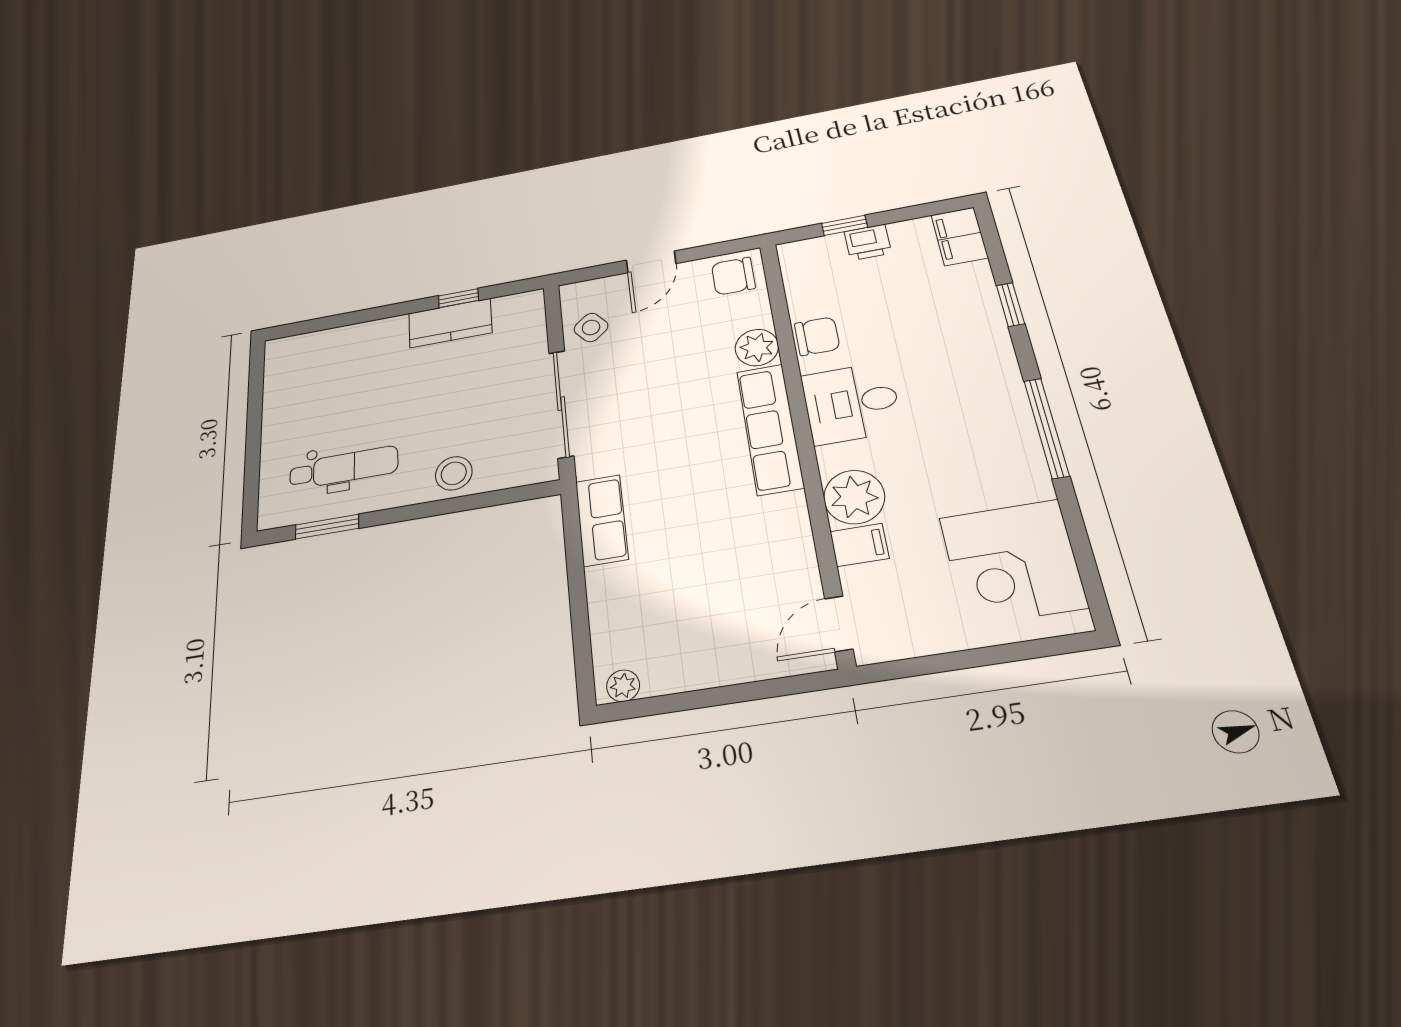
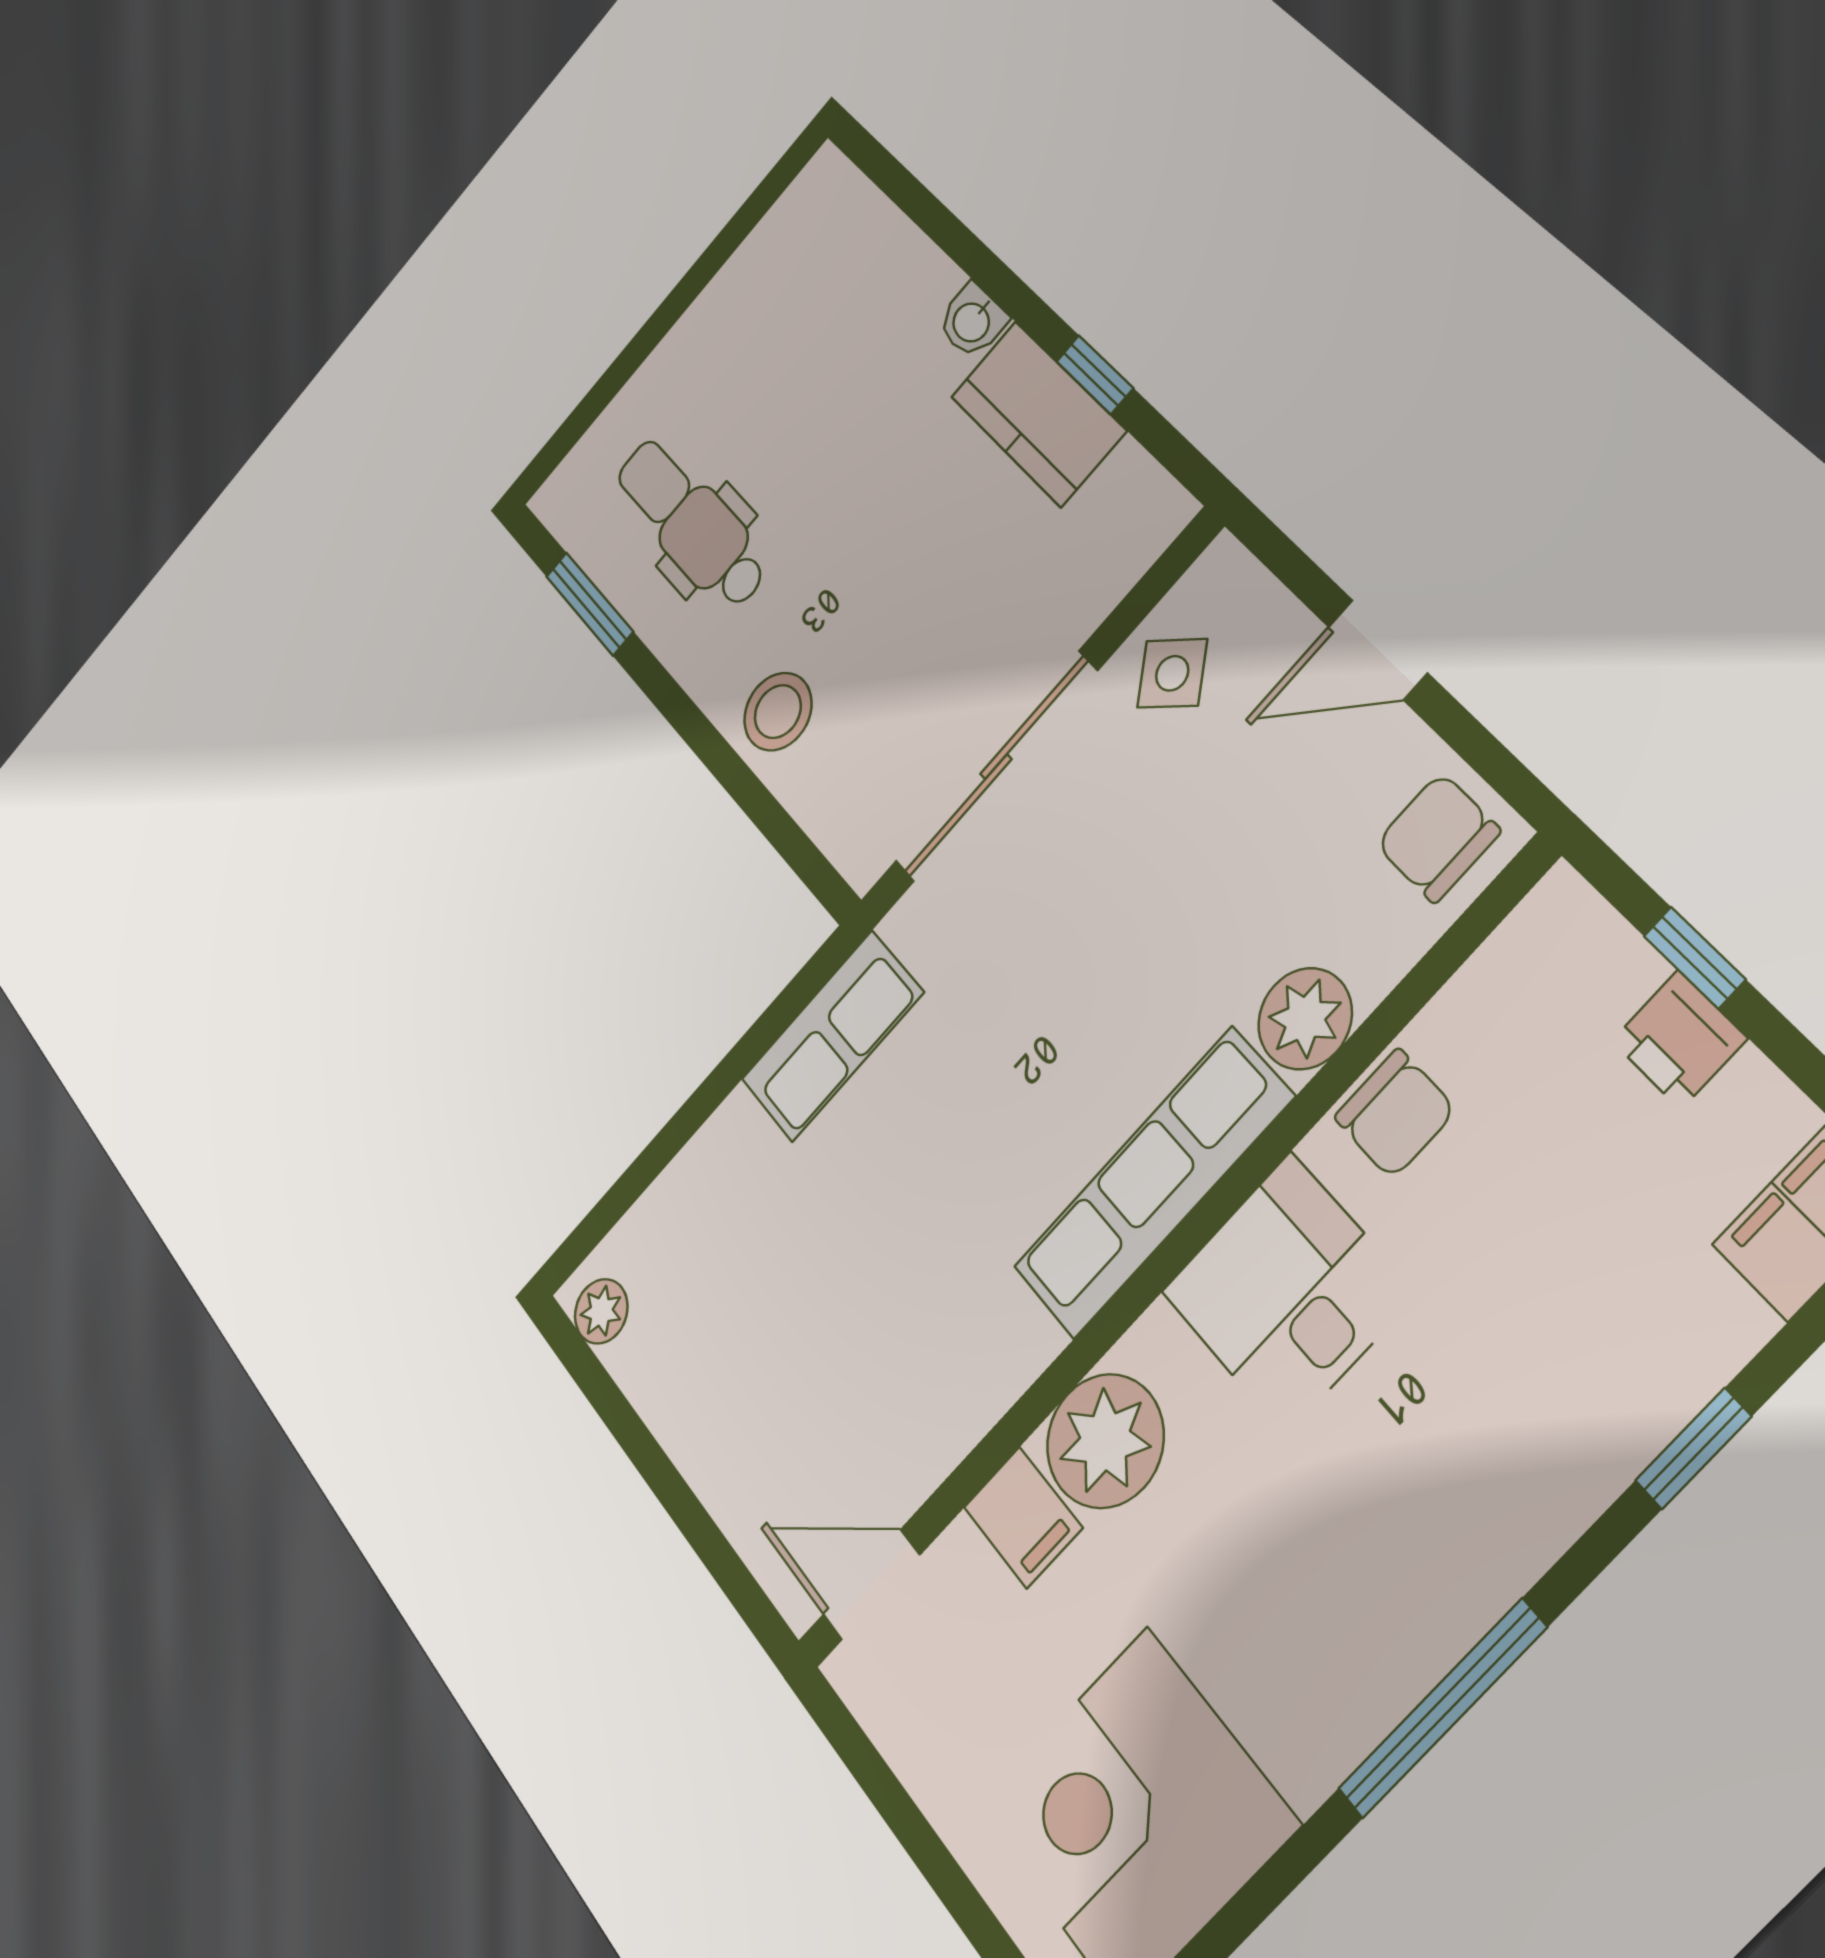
washbasin: (391, 327) -> (972, 321), added
dental chair: (344, 468) -> (691, 524), turned 180

